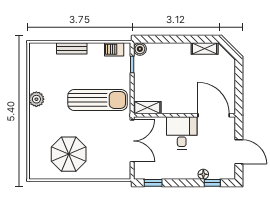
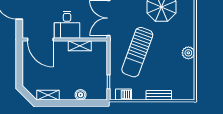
boiler: (140, 49) -> (81, 95), moved
sun lounger: (98, 100) -> (137, 52), turned -70
shelving: (147, 108) -> (80, 46), moved

